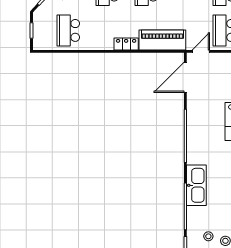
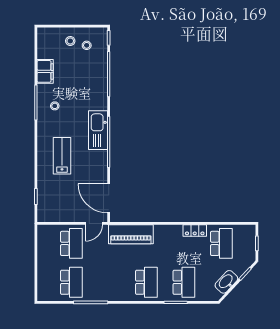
locker: (126, 44) -> (195, 230), moved
door: (185, 77) -> (109, 198), swing flipped
kitchen sink: (196, 185) -> (98, 130), moved

